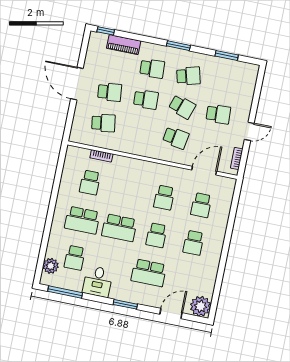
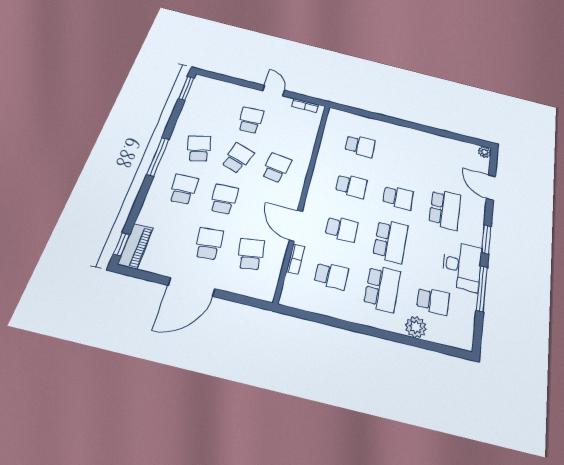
piano: (124, 45) -> (136, 246), moved
window: (178, 46) -> (158, 157), width x1.44
window: (227, 55) -> (186, 88), moved
door: (204, 171) -> (296, 226), moved
school desk: (194, 243) -> (342, 229), moved
plant: (51, 266) -> (416, 327), moved
desk: (98, 281) -> (462, 266), width x1.37
window: (65, 292) -> (482, 289), moved
plant: (200, 306) -> (485, 152), width x0.53, depth x0.53

